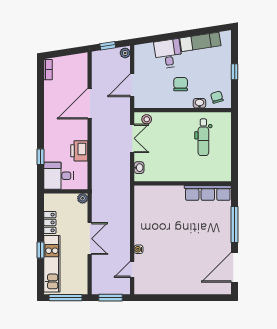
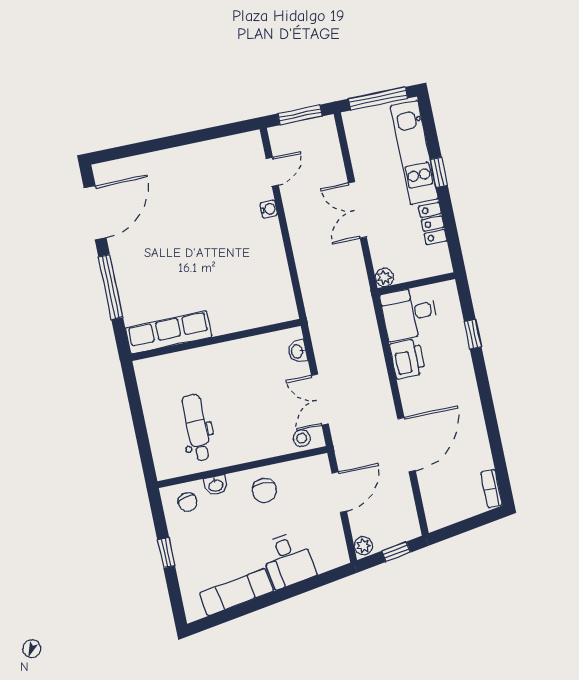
chair: (181, 84) -> (264, 490), moved
desk: (58, 176) -> (409, 313), moved, turned 180

